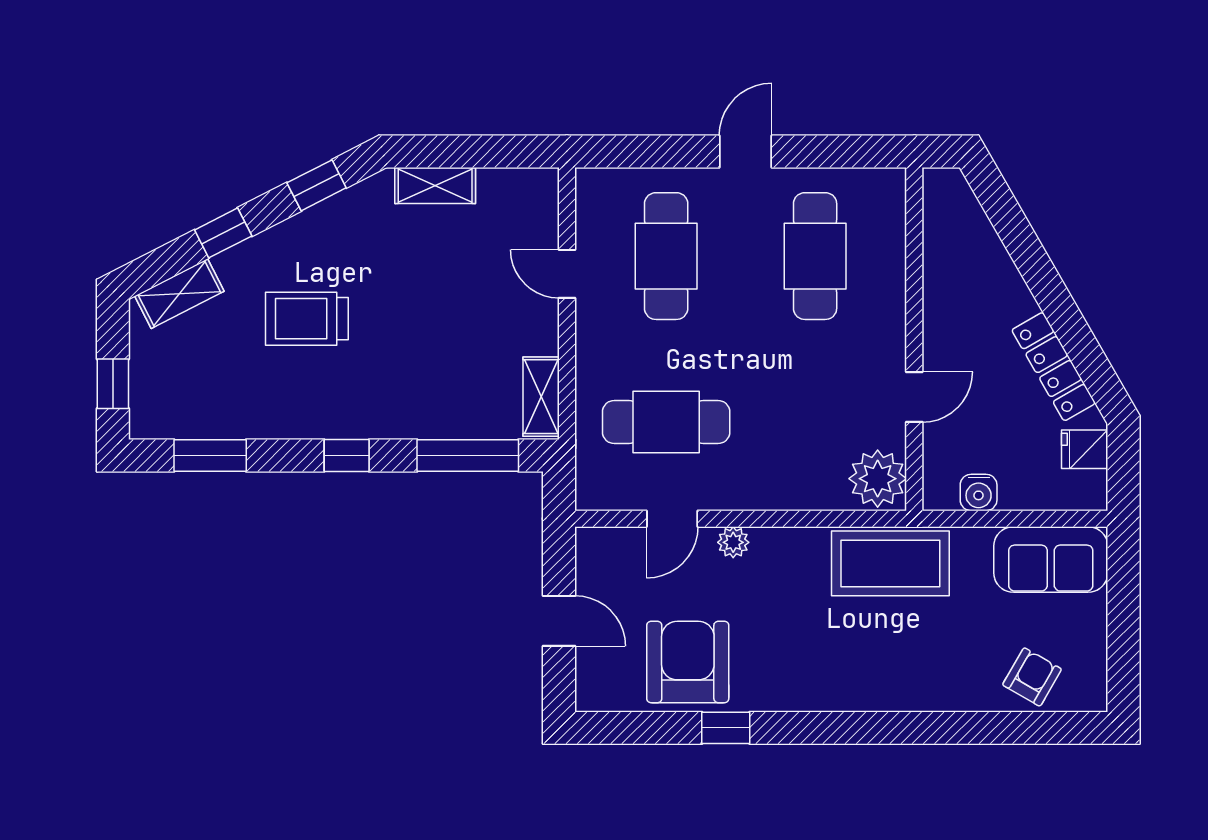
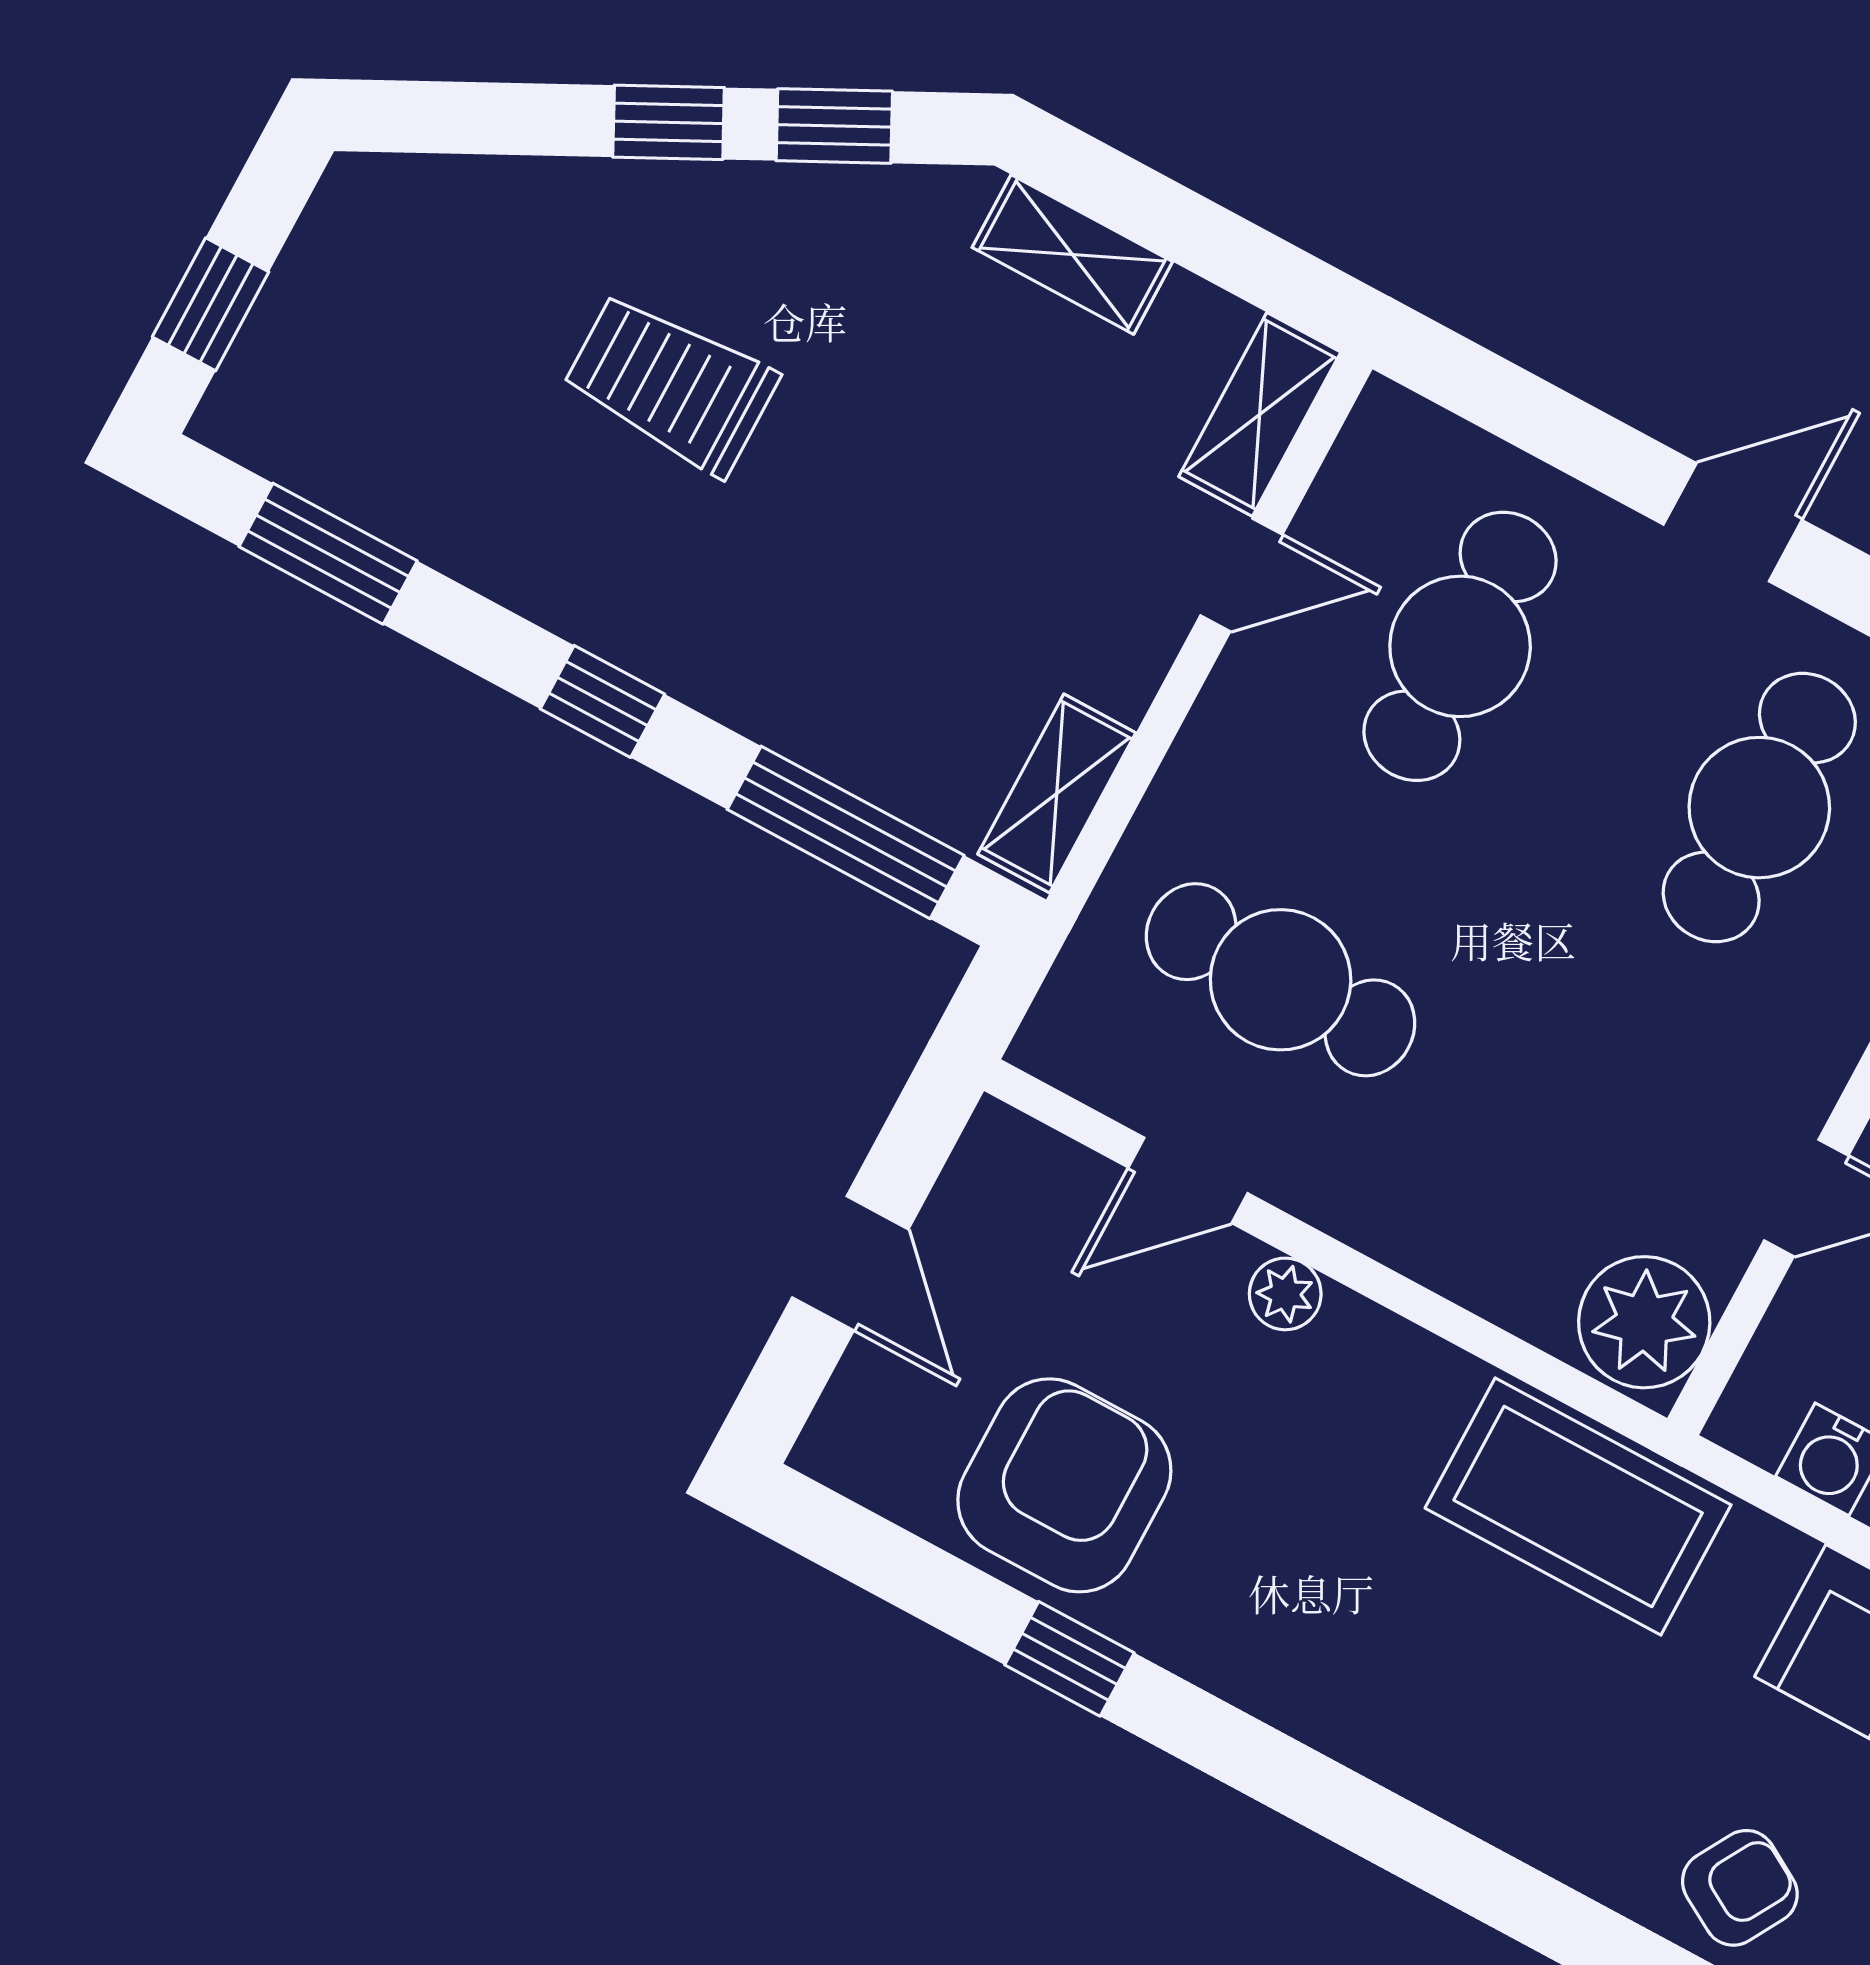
window: (223, 233) -> (669, 122), moved
door: (567, 274) -> (1241, 575), swing flipped
shelving: (179, 294) -> (1260, 414), moved, turned -63

